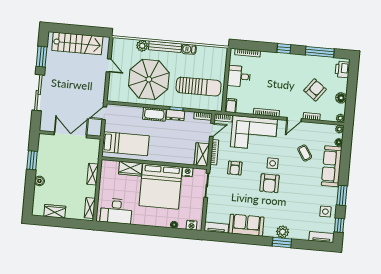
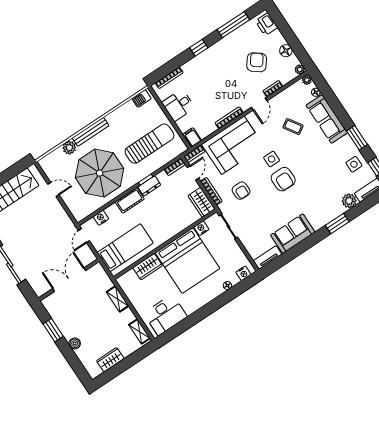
barbecue: (189, 49) -> (142, 99), moved
nightstand: (125, 110) -> (101, 218), added
plant: (283, 232) -> (349, 201), moved

